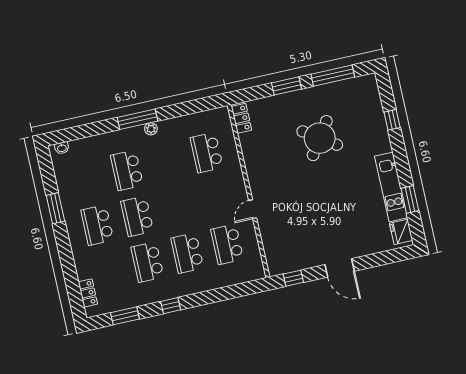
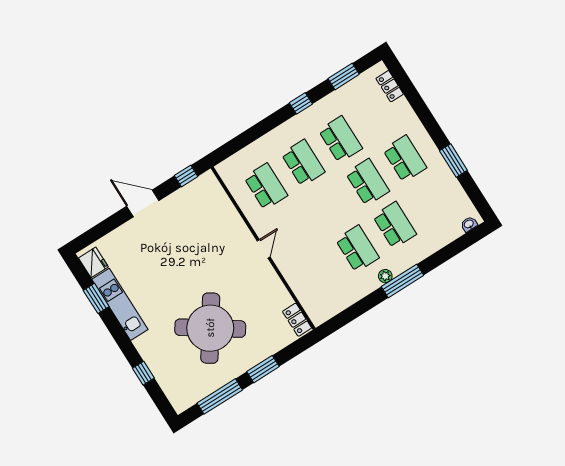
round table: (320, 138) -> (210, 328), width x1.36, depth x1.36
school desk: (207, 153) -> (357, 249), moved
door: (253, 209) -> (264, 249), moved

